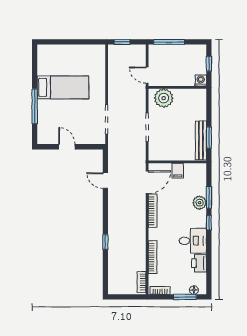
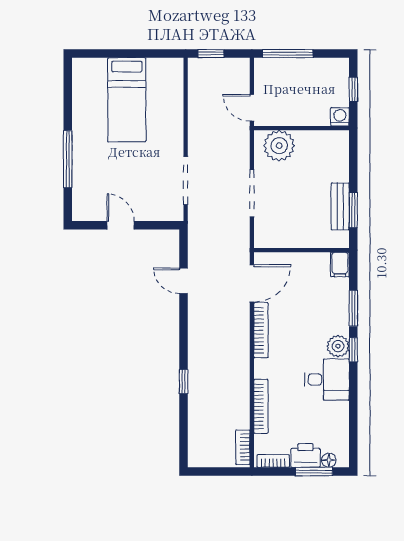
bed: (63, 87) -> (127, 100), moved, turned 90
bench: (201, 140) -> (340, 206), width x0.73
filing cabinet: (178, 171) -> (340, 265), moved
plant: (200, 203) -> (338, 346), moved
printer: (199, 263) -> (305, 455), moved, turned 90

